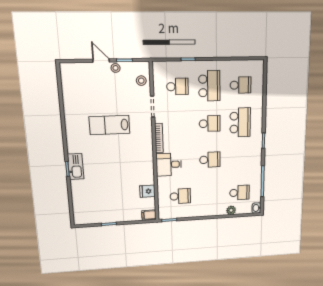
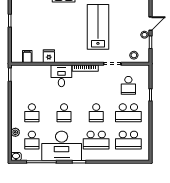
school desk: (241, 85) -> (128, 140), width x1.85
lab bench: (110, 125) -> (98, 27), width x1.36, depth x1.39
desk: (246, 161) -> (62, 146), added
fridge: (147, 191) -> (49, 56), moved
school desk: (180, 196) -> (32, 113), moved
filing cabinet: (149, 215) -> (27, 56), moved

